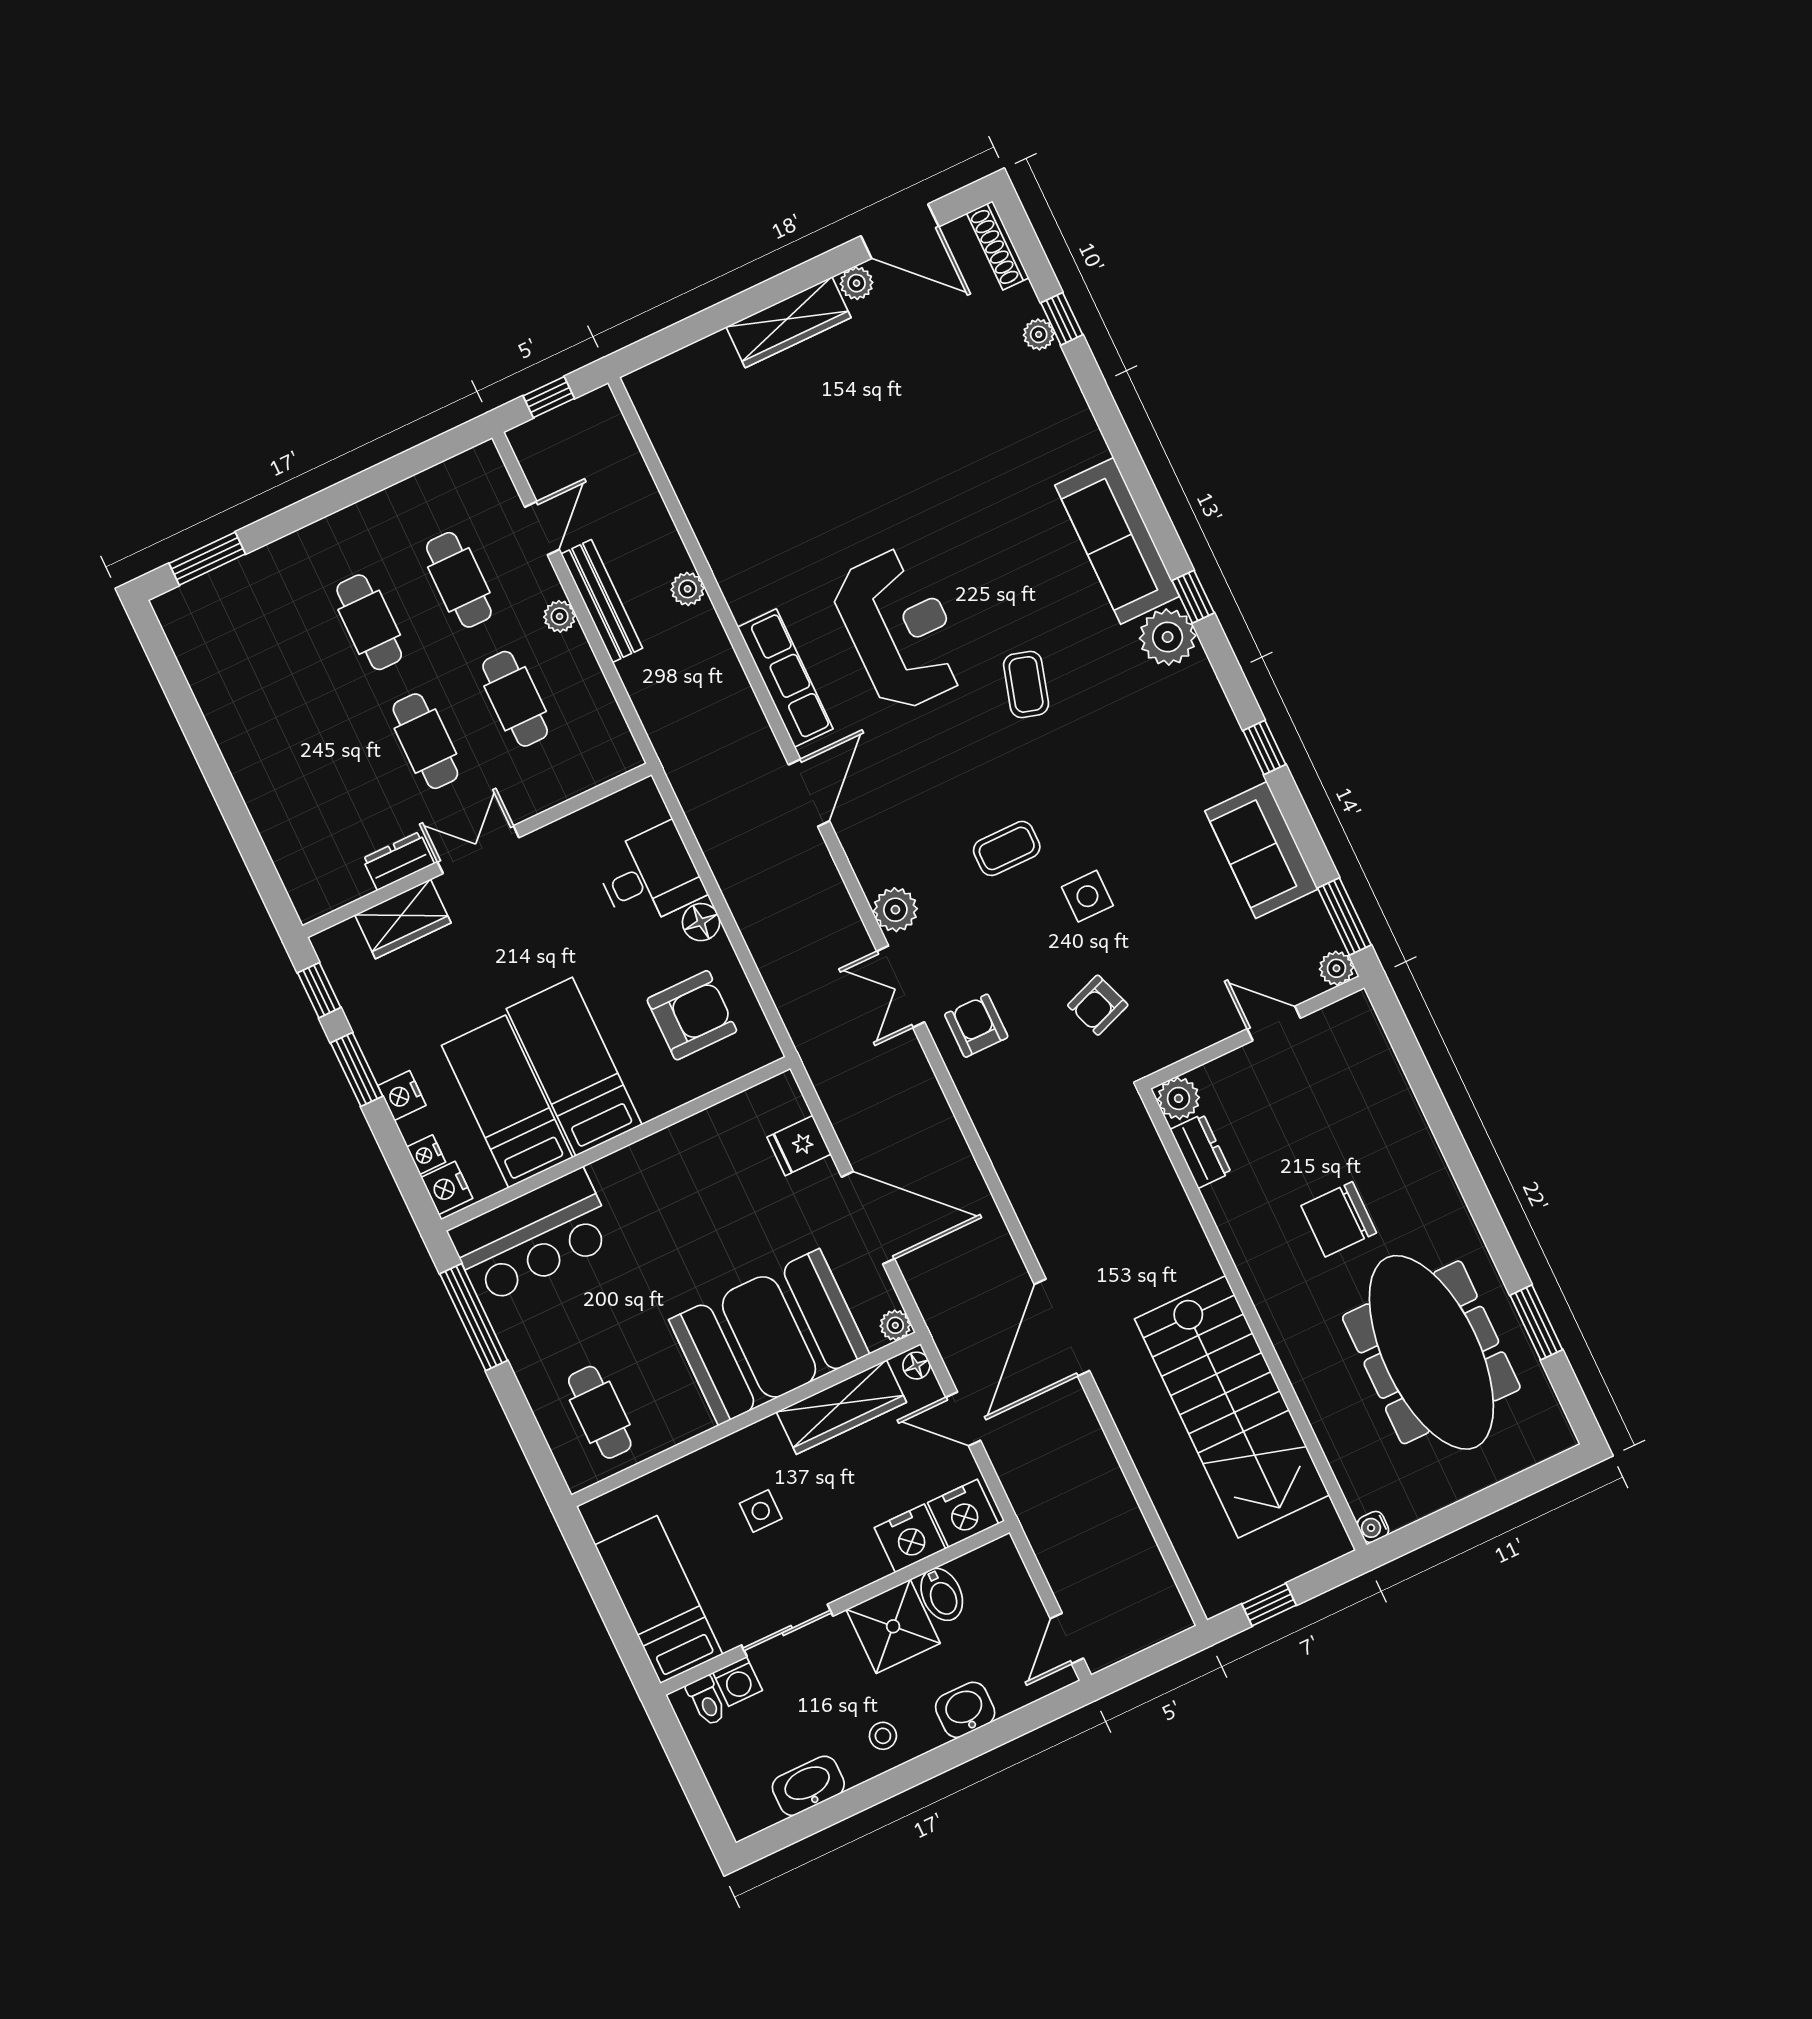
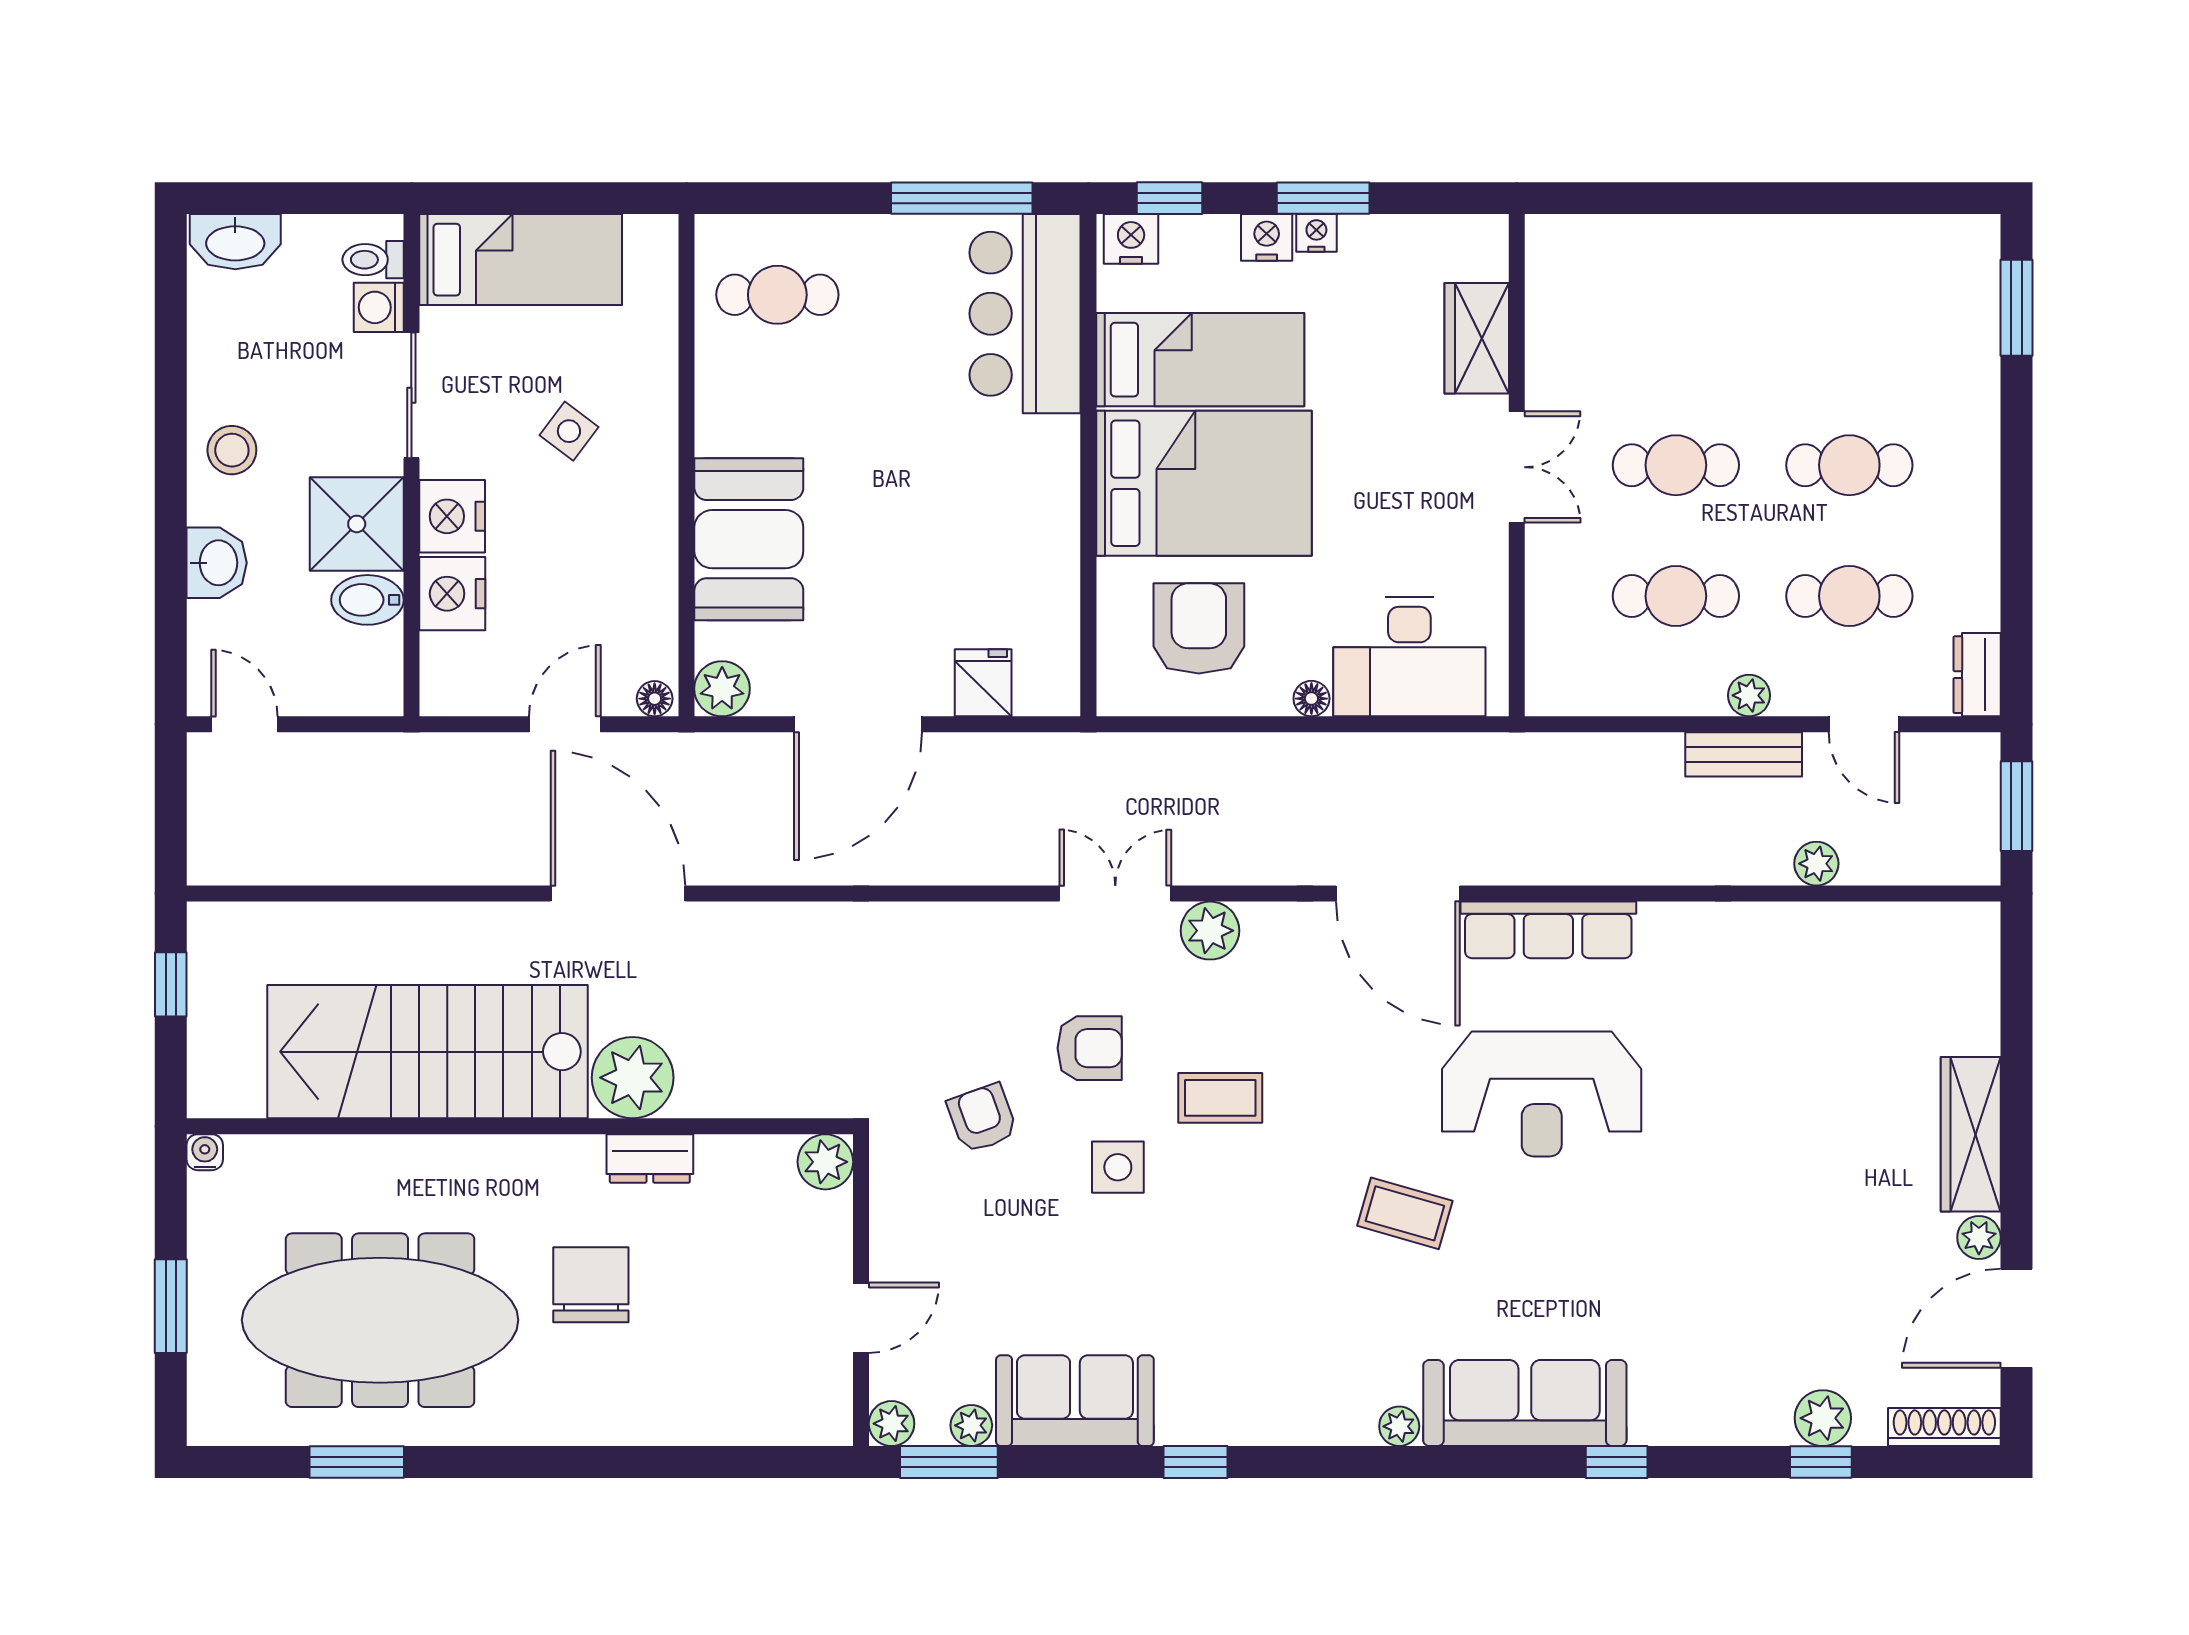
plant: (1039, 334) -> (1823, 1418), width x1.38, depth x1.38
window: (549, 397) -> (2016, 806), width x1.50
plant: (688, 589) -> (1816, 864), moved
window: (1193, 597) -> (1617, 1462), moved
bench: (602, 601) -> (1744, 754), width x0.73
plant: (1168, 637) -> (1399, 1426), width x0.53, depth x0.53
door: (809, 793) -> (1398, 894), width x1.36
coffee table: (1007, 848) -> (1220, 1098), turned 90
dresser: (398, 861) -> (1977, 675), moved, turned 180
desk: (650, 876) -> (1409, 657), width x1.37
plant: (1312, 913) -> (971, 1425), added
floor lamp: (701, 922) -> (1311, 699), width x0.73, depth x0.73
window: (319, 990) -> (1170, 198), moved
armchair: (692, 1015) -> (1199, 628), turned 180
armchair: (976, 1026) -> (1090, 1048), moved
bed: (574, 1067) -> (1204, 483), width x1.50
dresser: (1201, 1151) -> (650, 1159), moved
nightstand: (426, 1155) -> (1316, 233), moved
plant: (1183, 1258) -> (633, 1078), added
plant: (895, 1325) -> (722, 689), width x1.38, depth x1.38
booth: (769, 1337) -> (749, 539), width x0.73, depth x0.70
wardrobe: (841, 1407) -> (647, 586), removed
window: (1489, 1500) -> (171, 1306), added
side table: (761, 1511) -> (569, 431), turned 37
nightstand: (963, 1513) -> (452, 516), moved
stool: (883, 1736) -> (232, 450), width x1.37, depth x1.37
washbasin: (808, 1786) -> (235, 242), moved, turned 90

